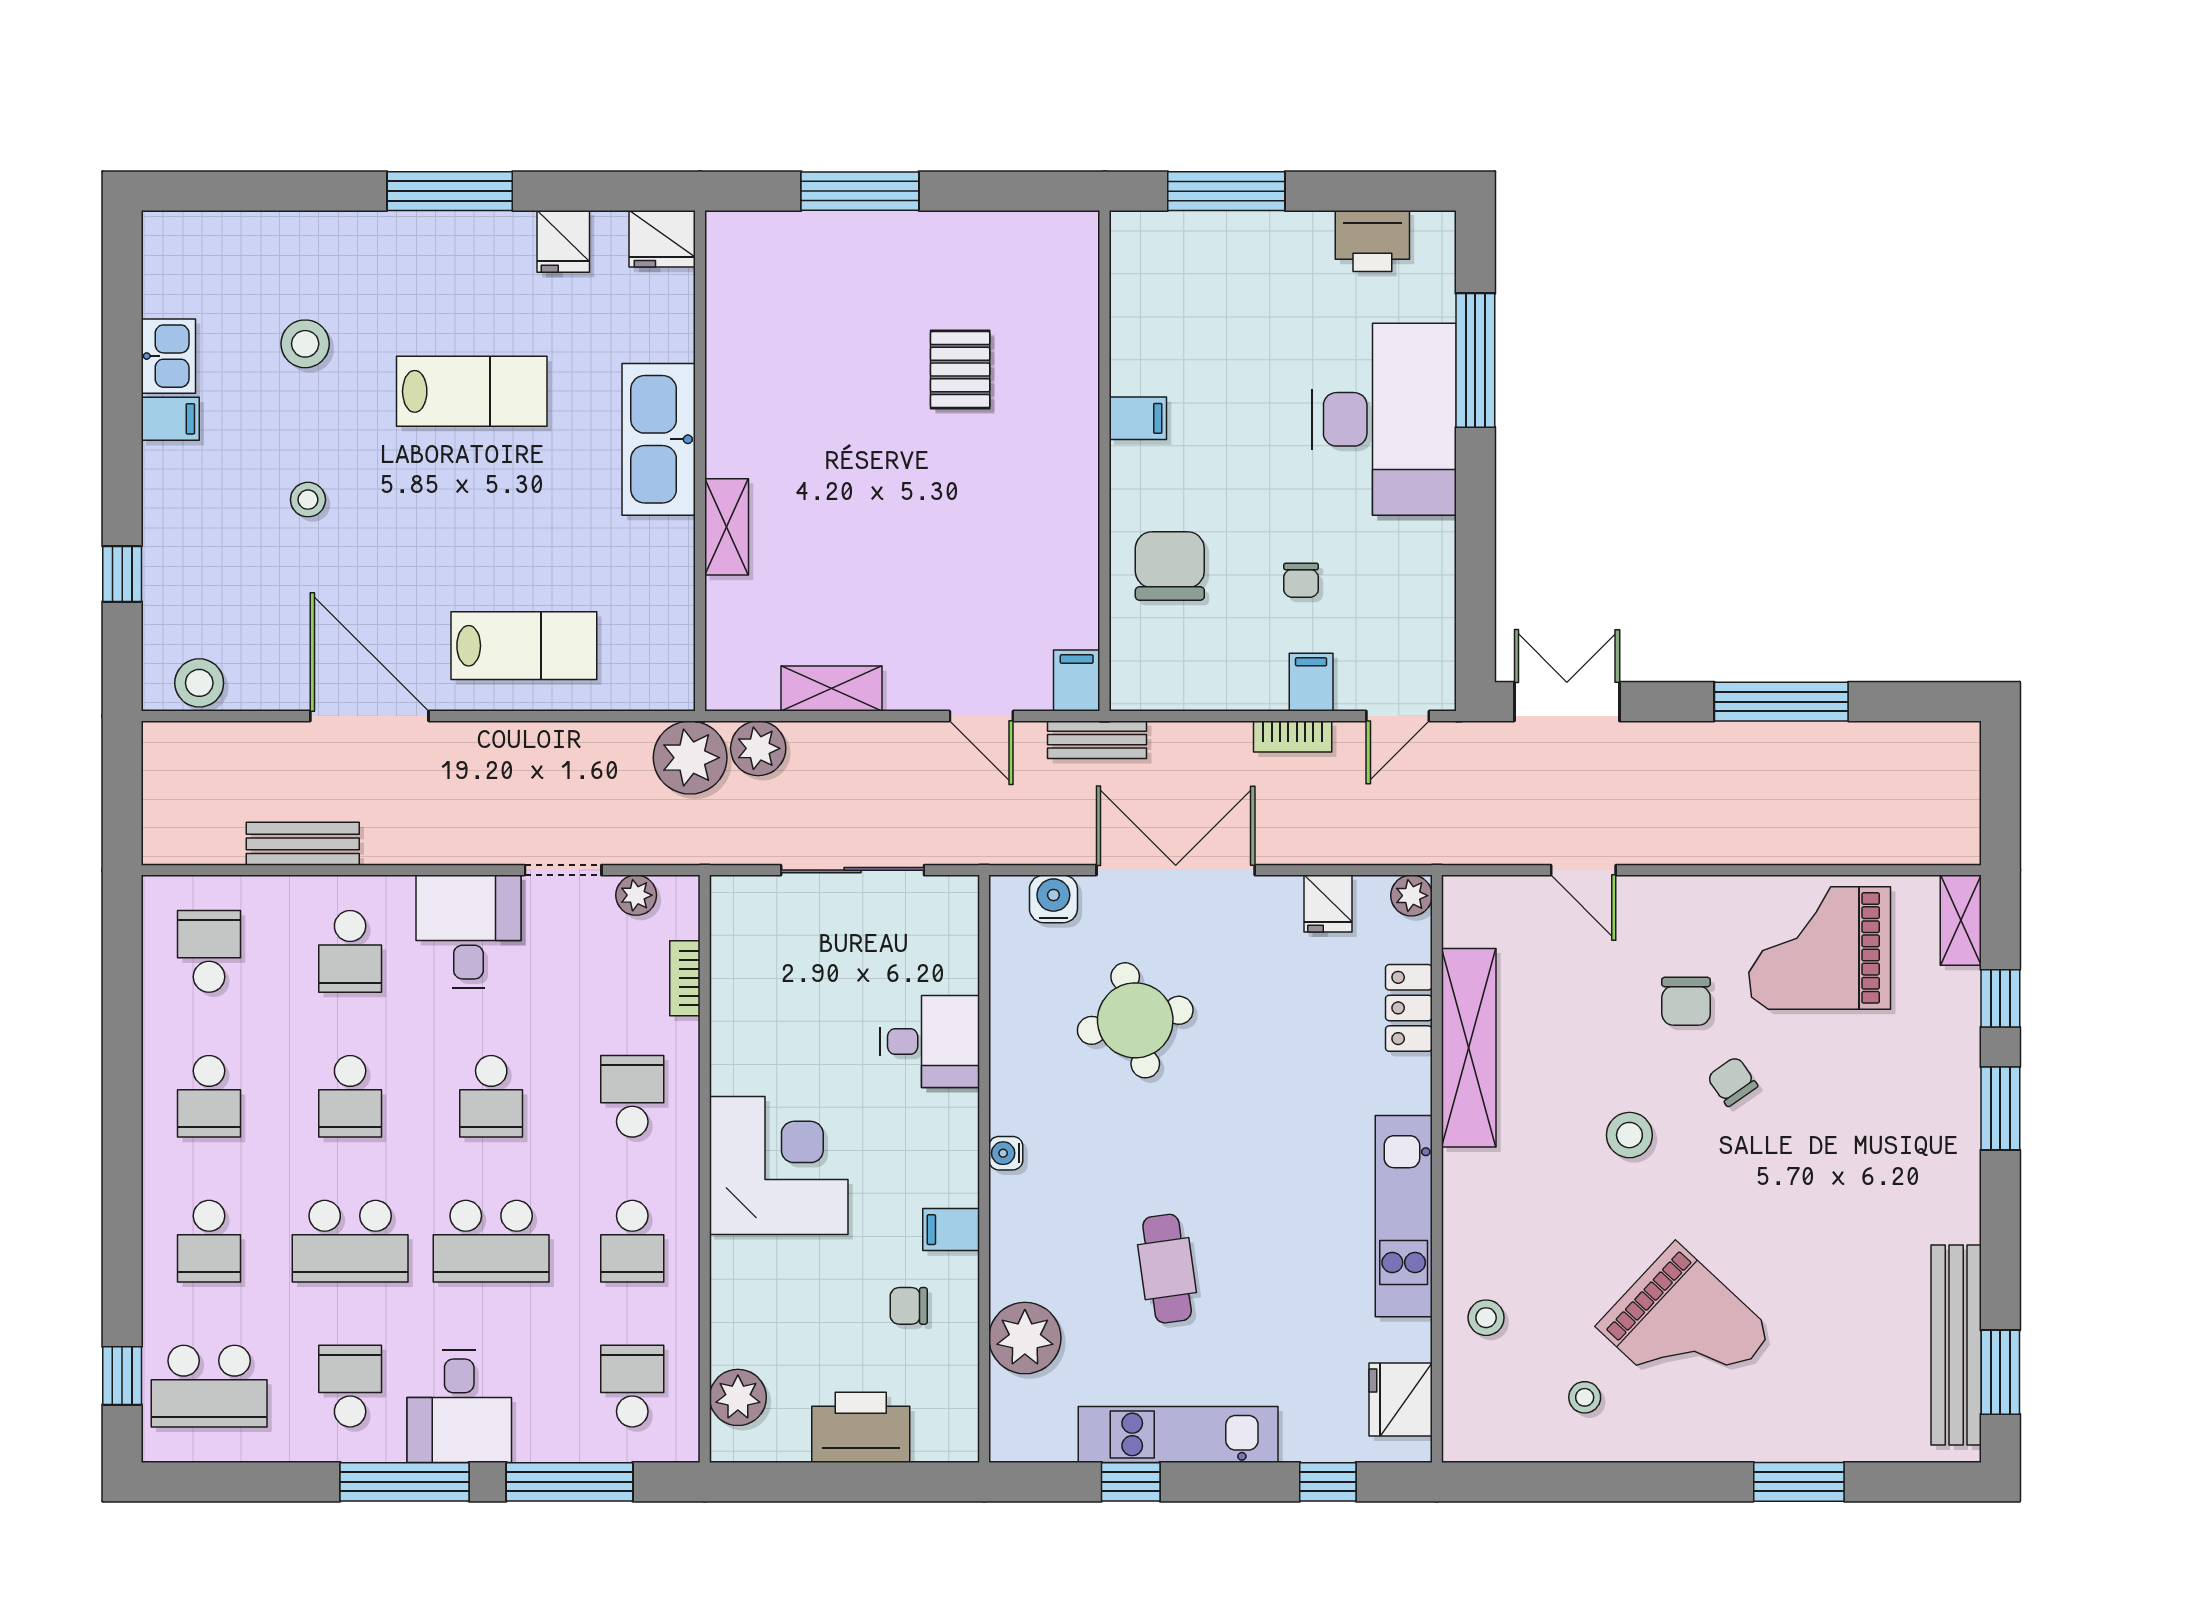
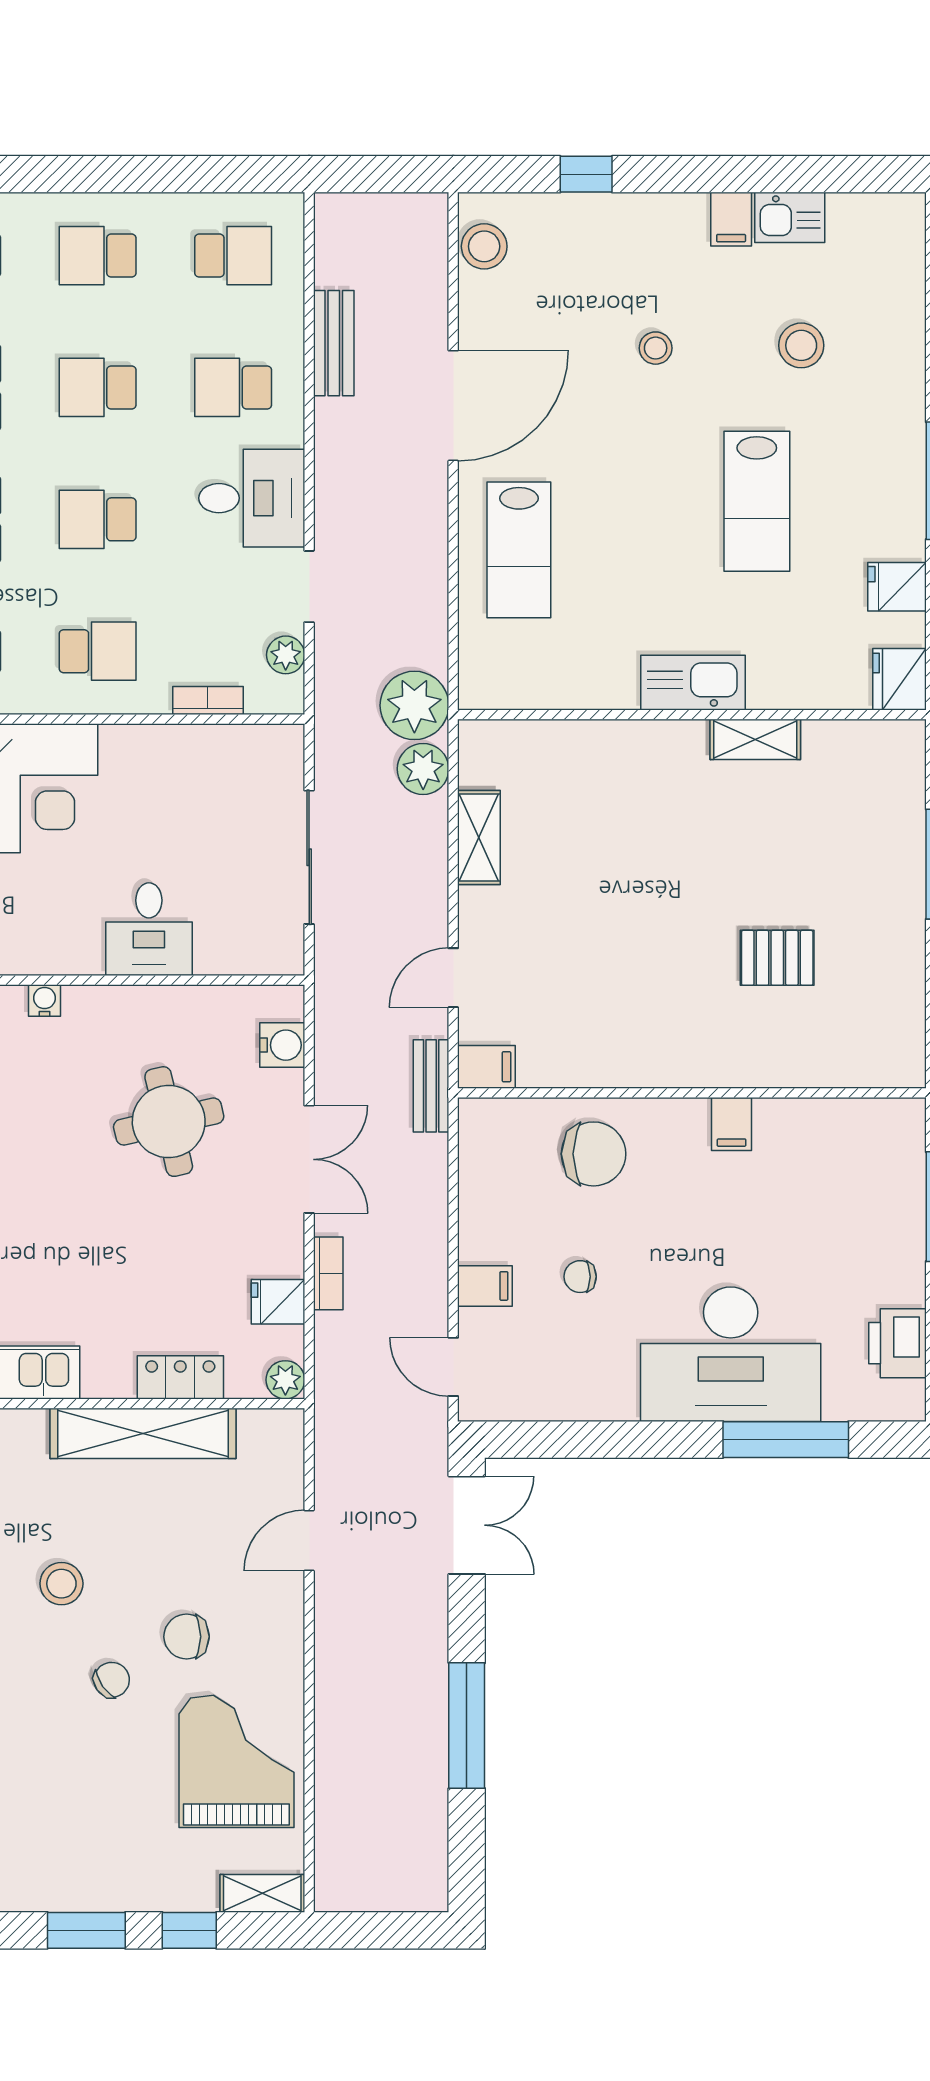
kitchen sink: (659, 439) -> (693, 683), width x0.73, depth x0.81
shelving: (727, 527) -> (755, 739), moved
bookcase: (1293, 736) -> (328, 1273), moved, turned 180
double door: (1176, 870) -> (309, 1159), width x0.73

